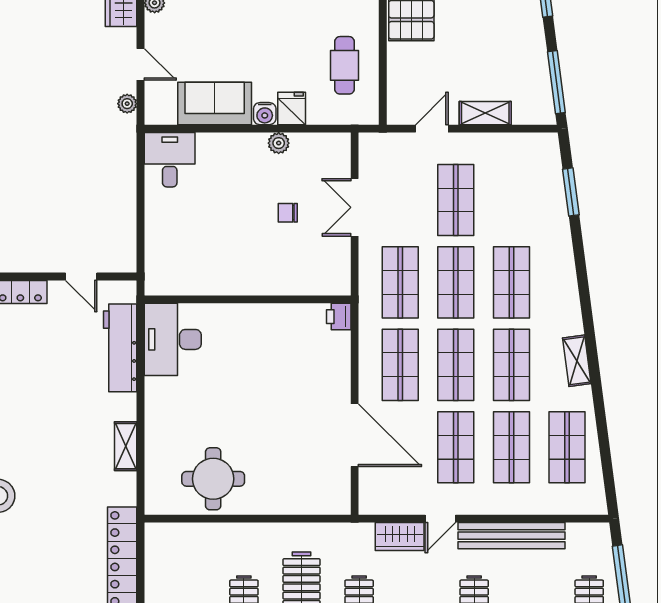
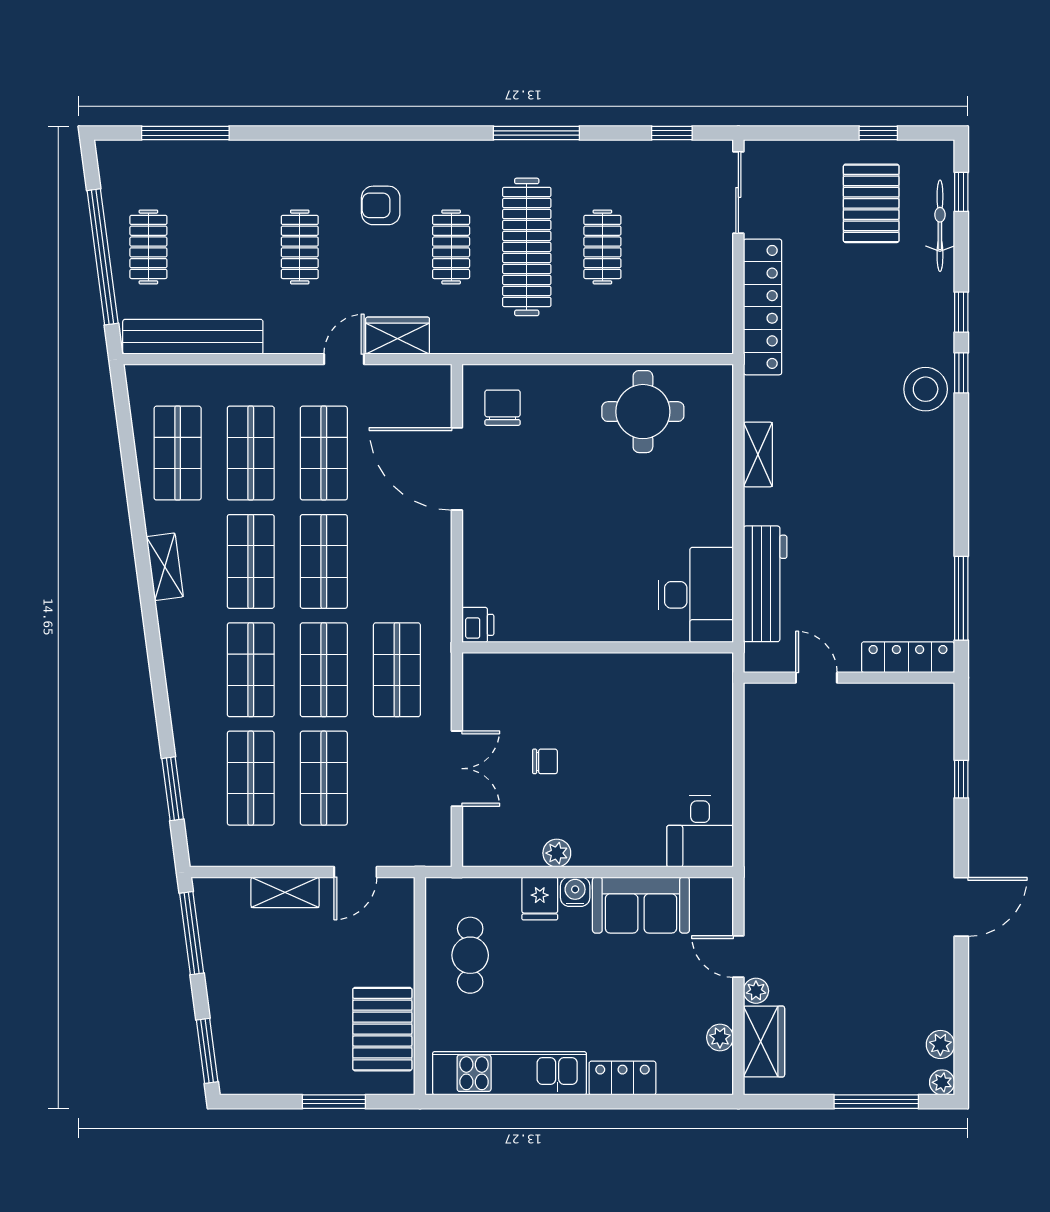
plant: (127, 104) -> (756, 991), moved
shop shelf: (400, 365) -> (251, 778), moved
chair: (320, 482) -> (503, 408), added
bench: (512, 536) -> (193, 337), moved

